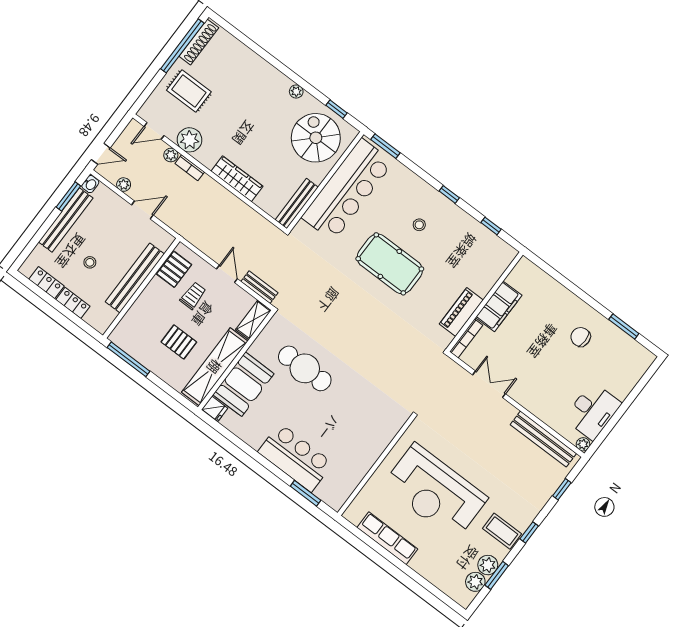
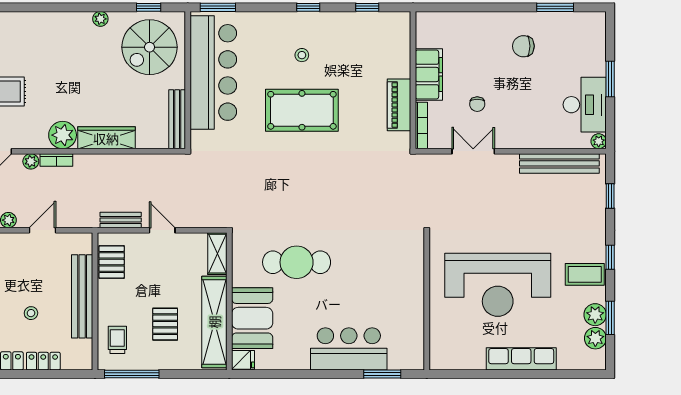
spiral stairs: (316, 138) -> (150, 47), turned -90
plant: (189, 140) -> (63, 135), moved
bench: (259, 287) -> (121, 220), moved
trolley: (193, 296) -> (117, 340), moved
pallet: (179, 342) -> (165, 324), turned 90
chair: (517, 353) -> (477, 104), added
window: (624, 407) -> (610, 79), added
row of seats: (387, 538) -> (521, 359), moved

